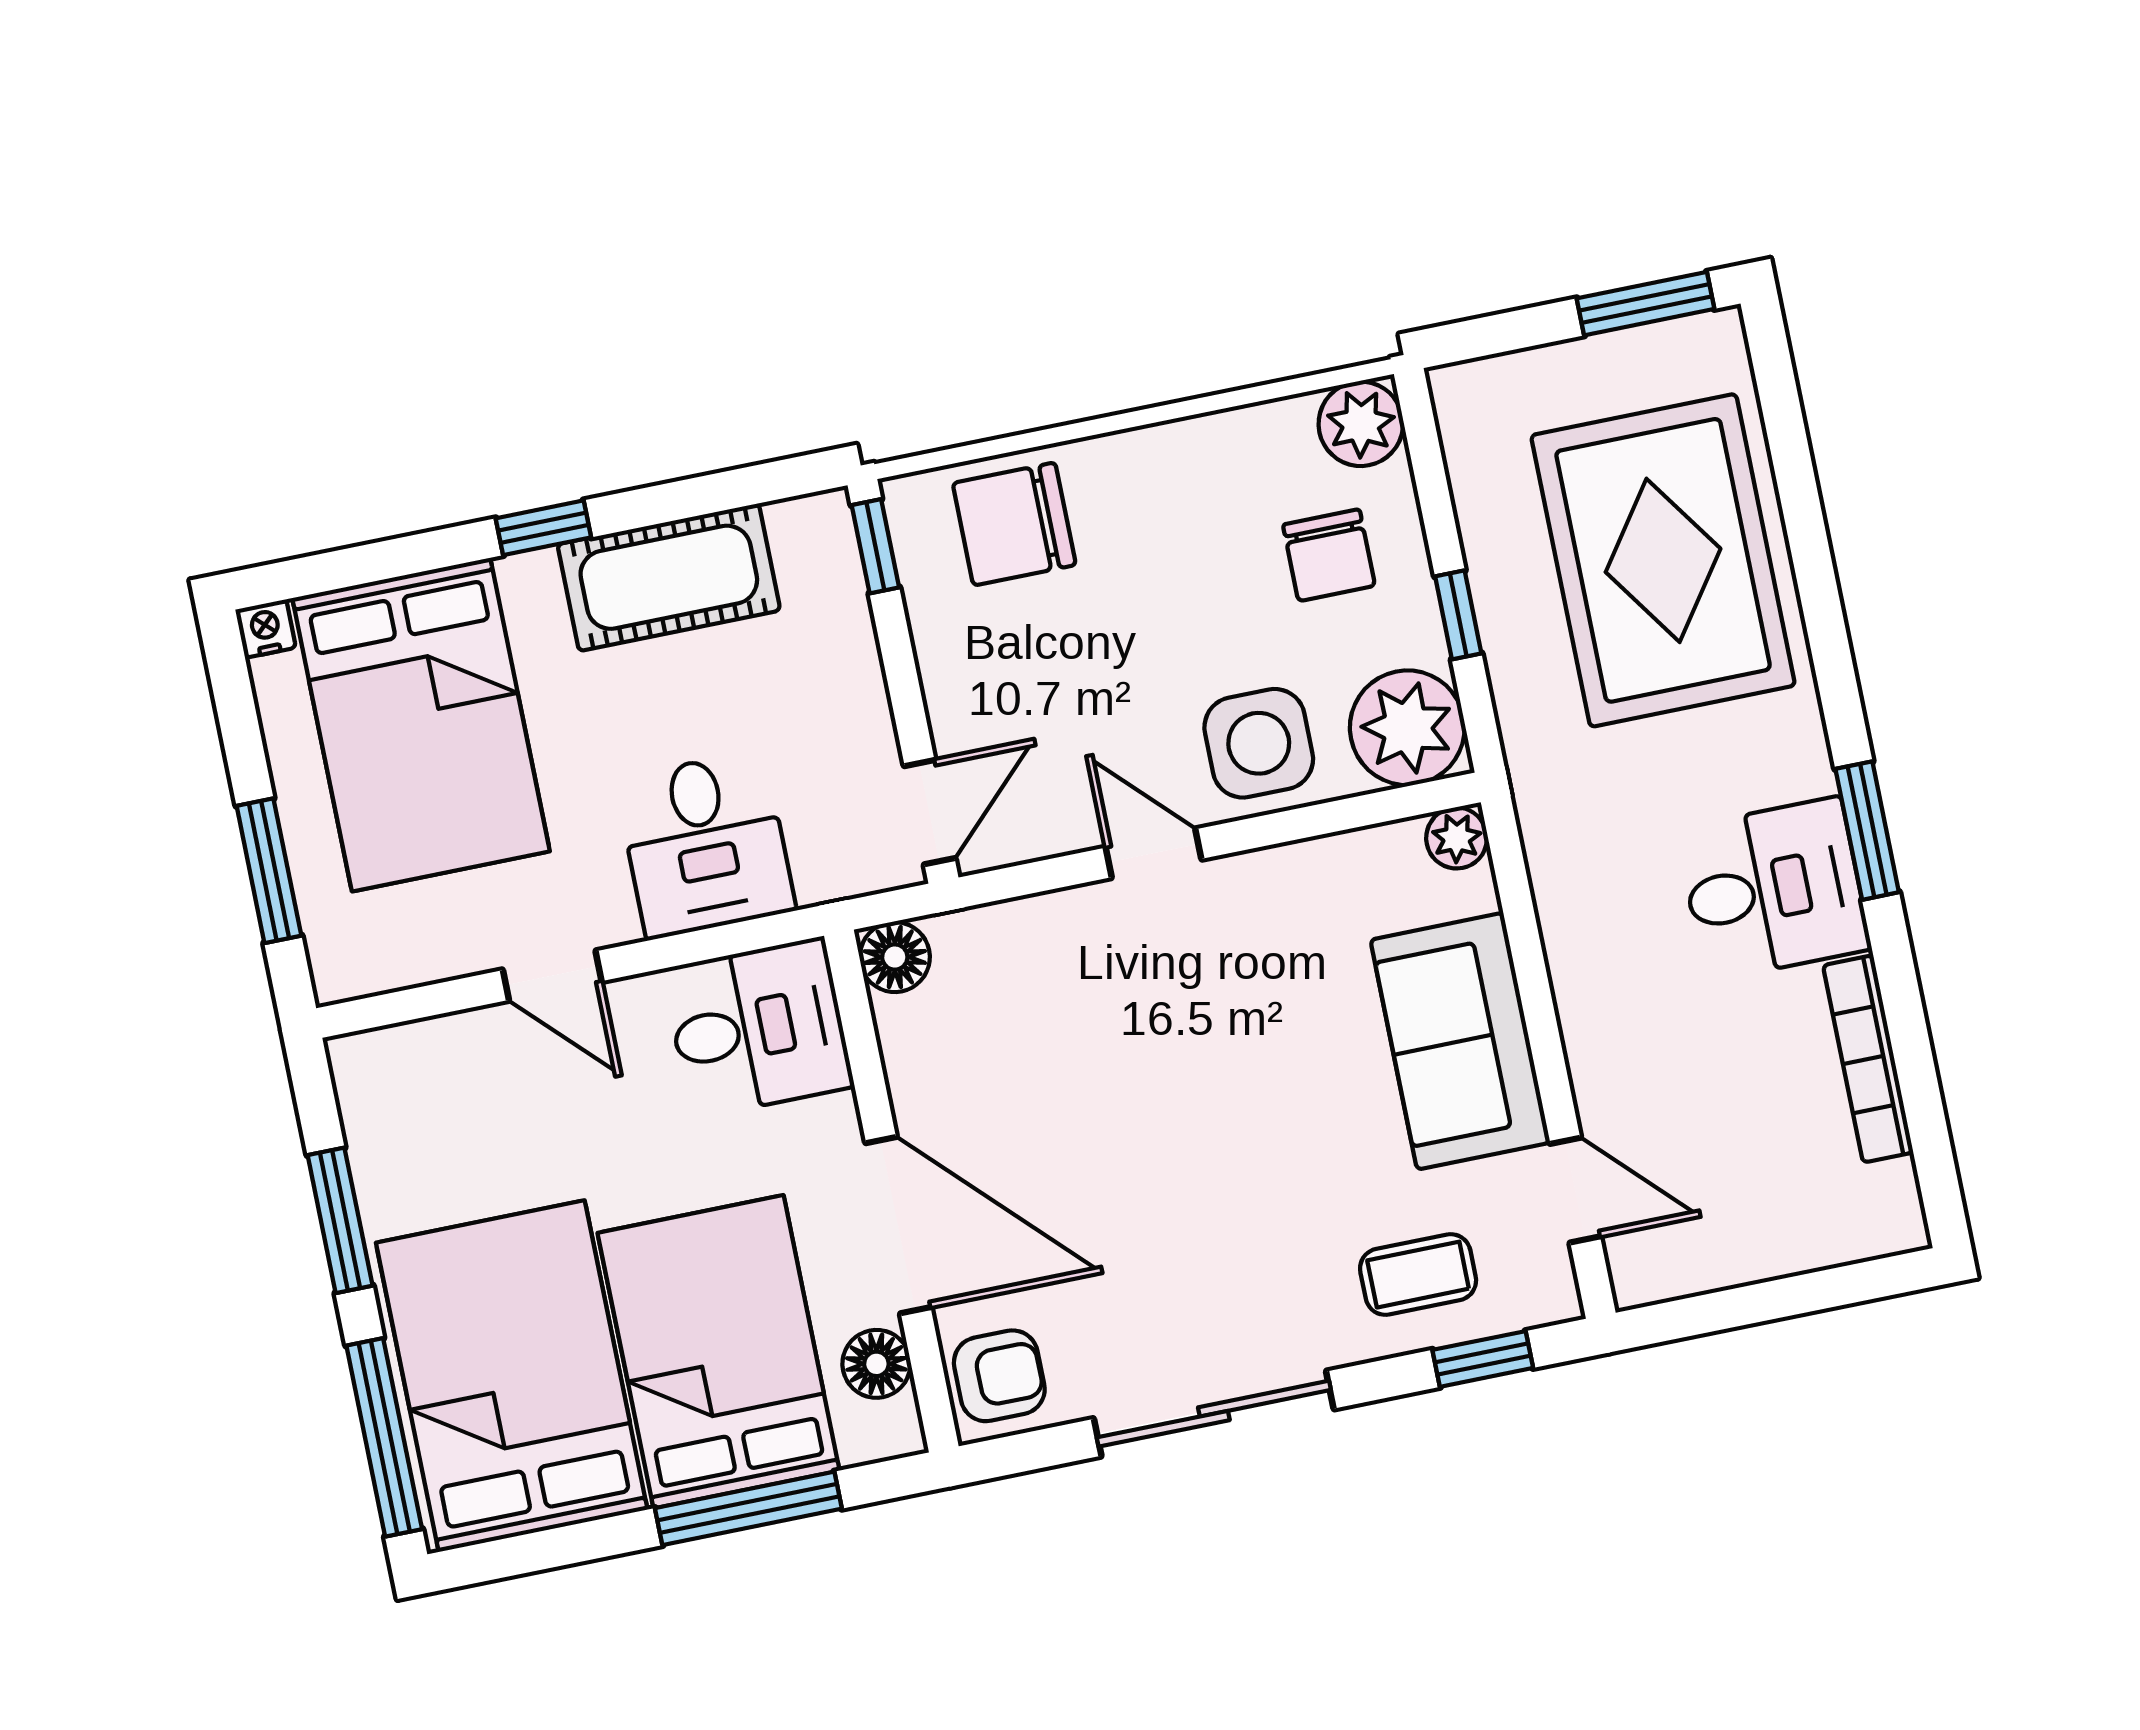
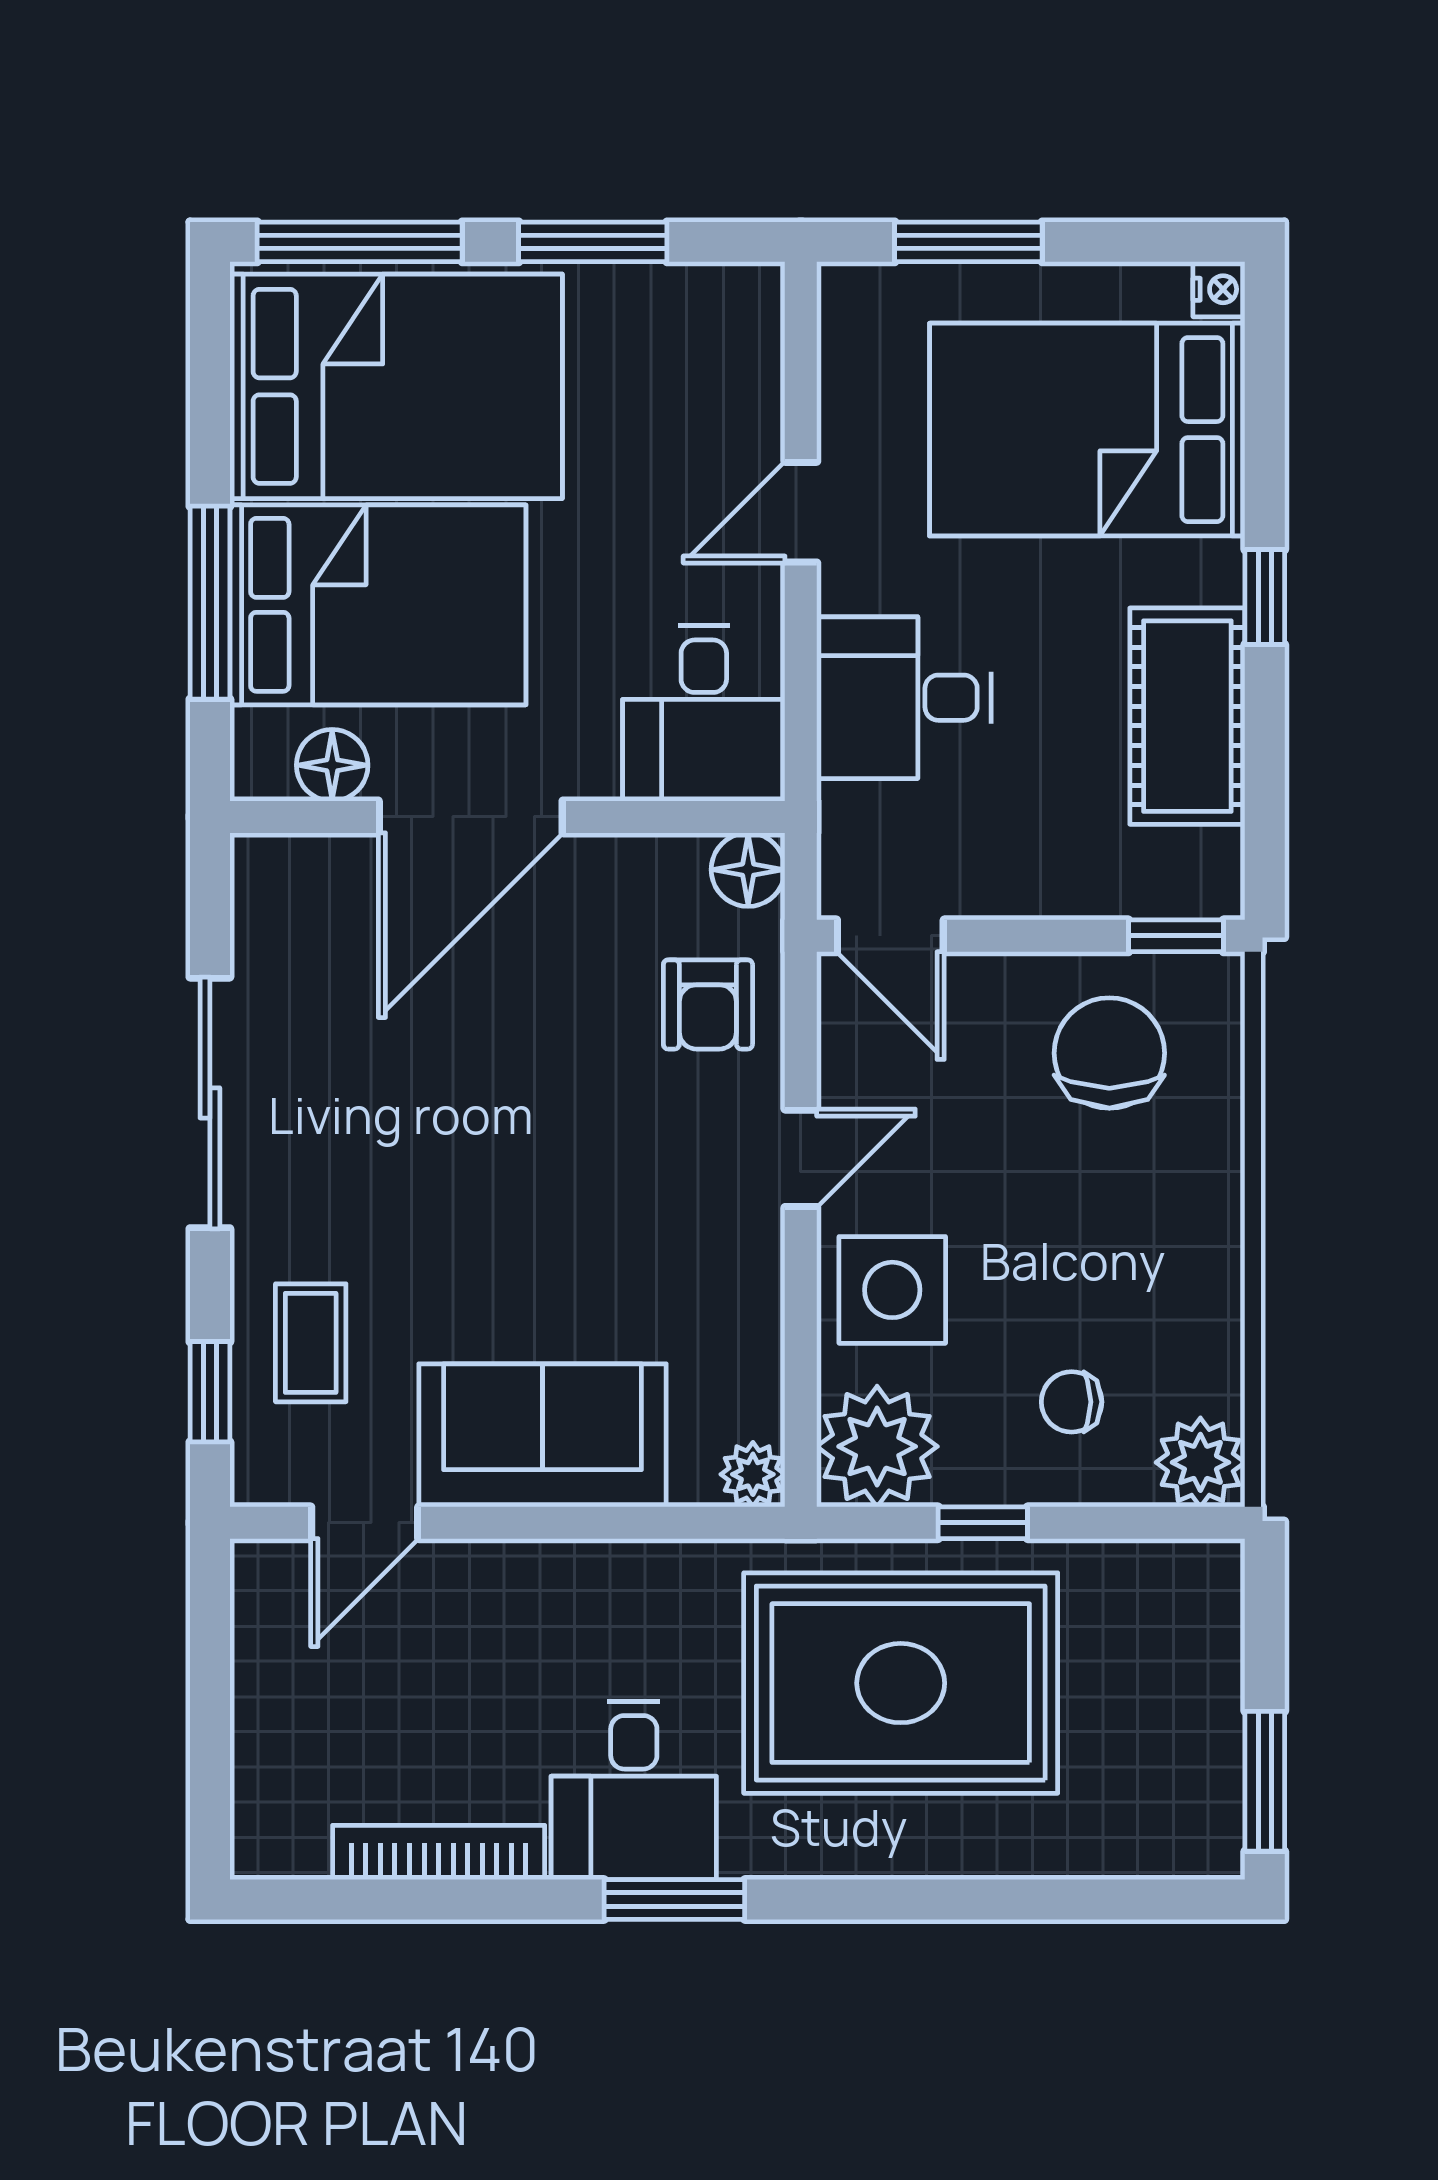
chair: (1014, 524) -> (1109, 1053), moved
chair: (1329, 555) -> (1072, 1402), width x0.73, depth x0.73
rug: (1663, 560) -> (901, 1683), moved
armchair: (999, 1376) -> (708, 1004), moved

